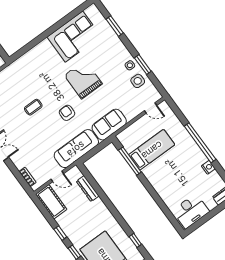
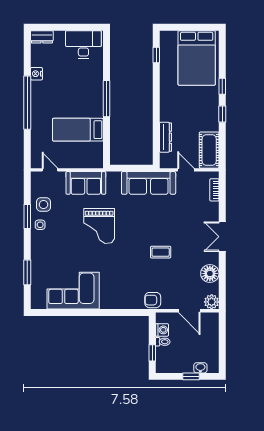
grand piano: (83, 80) -> (99, 226), moved
armchair: (67, 113) -> (153, 300), moved, turned 90
sofa: (109, 125) -> (86, 183), moved
window: (130, 161) -> (107, 99), moved

